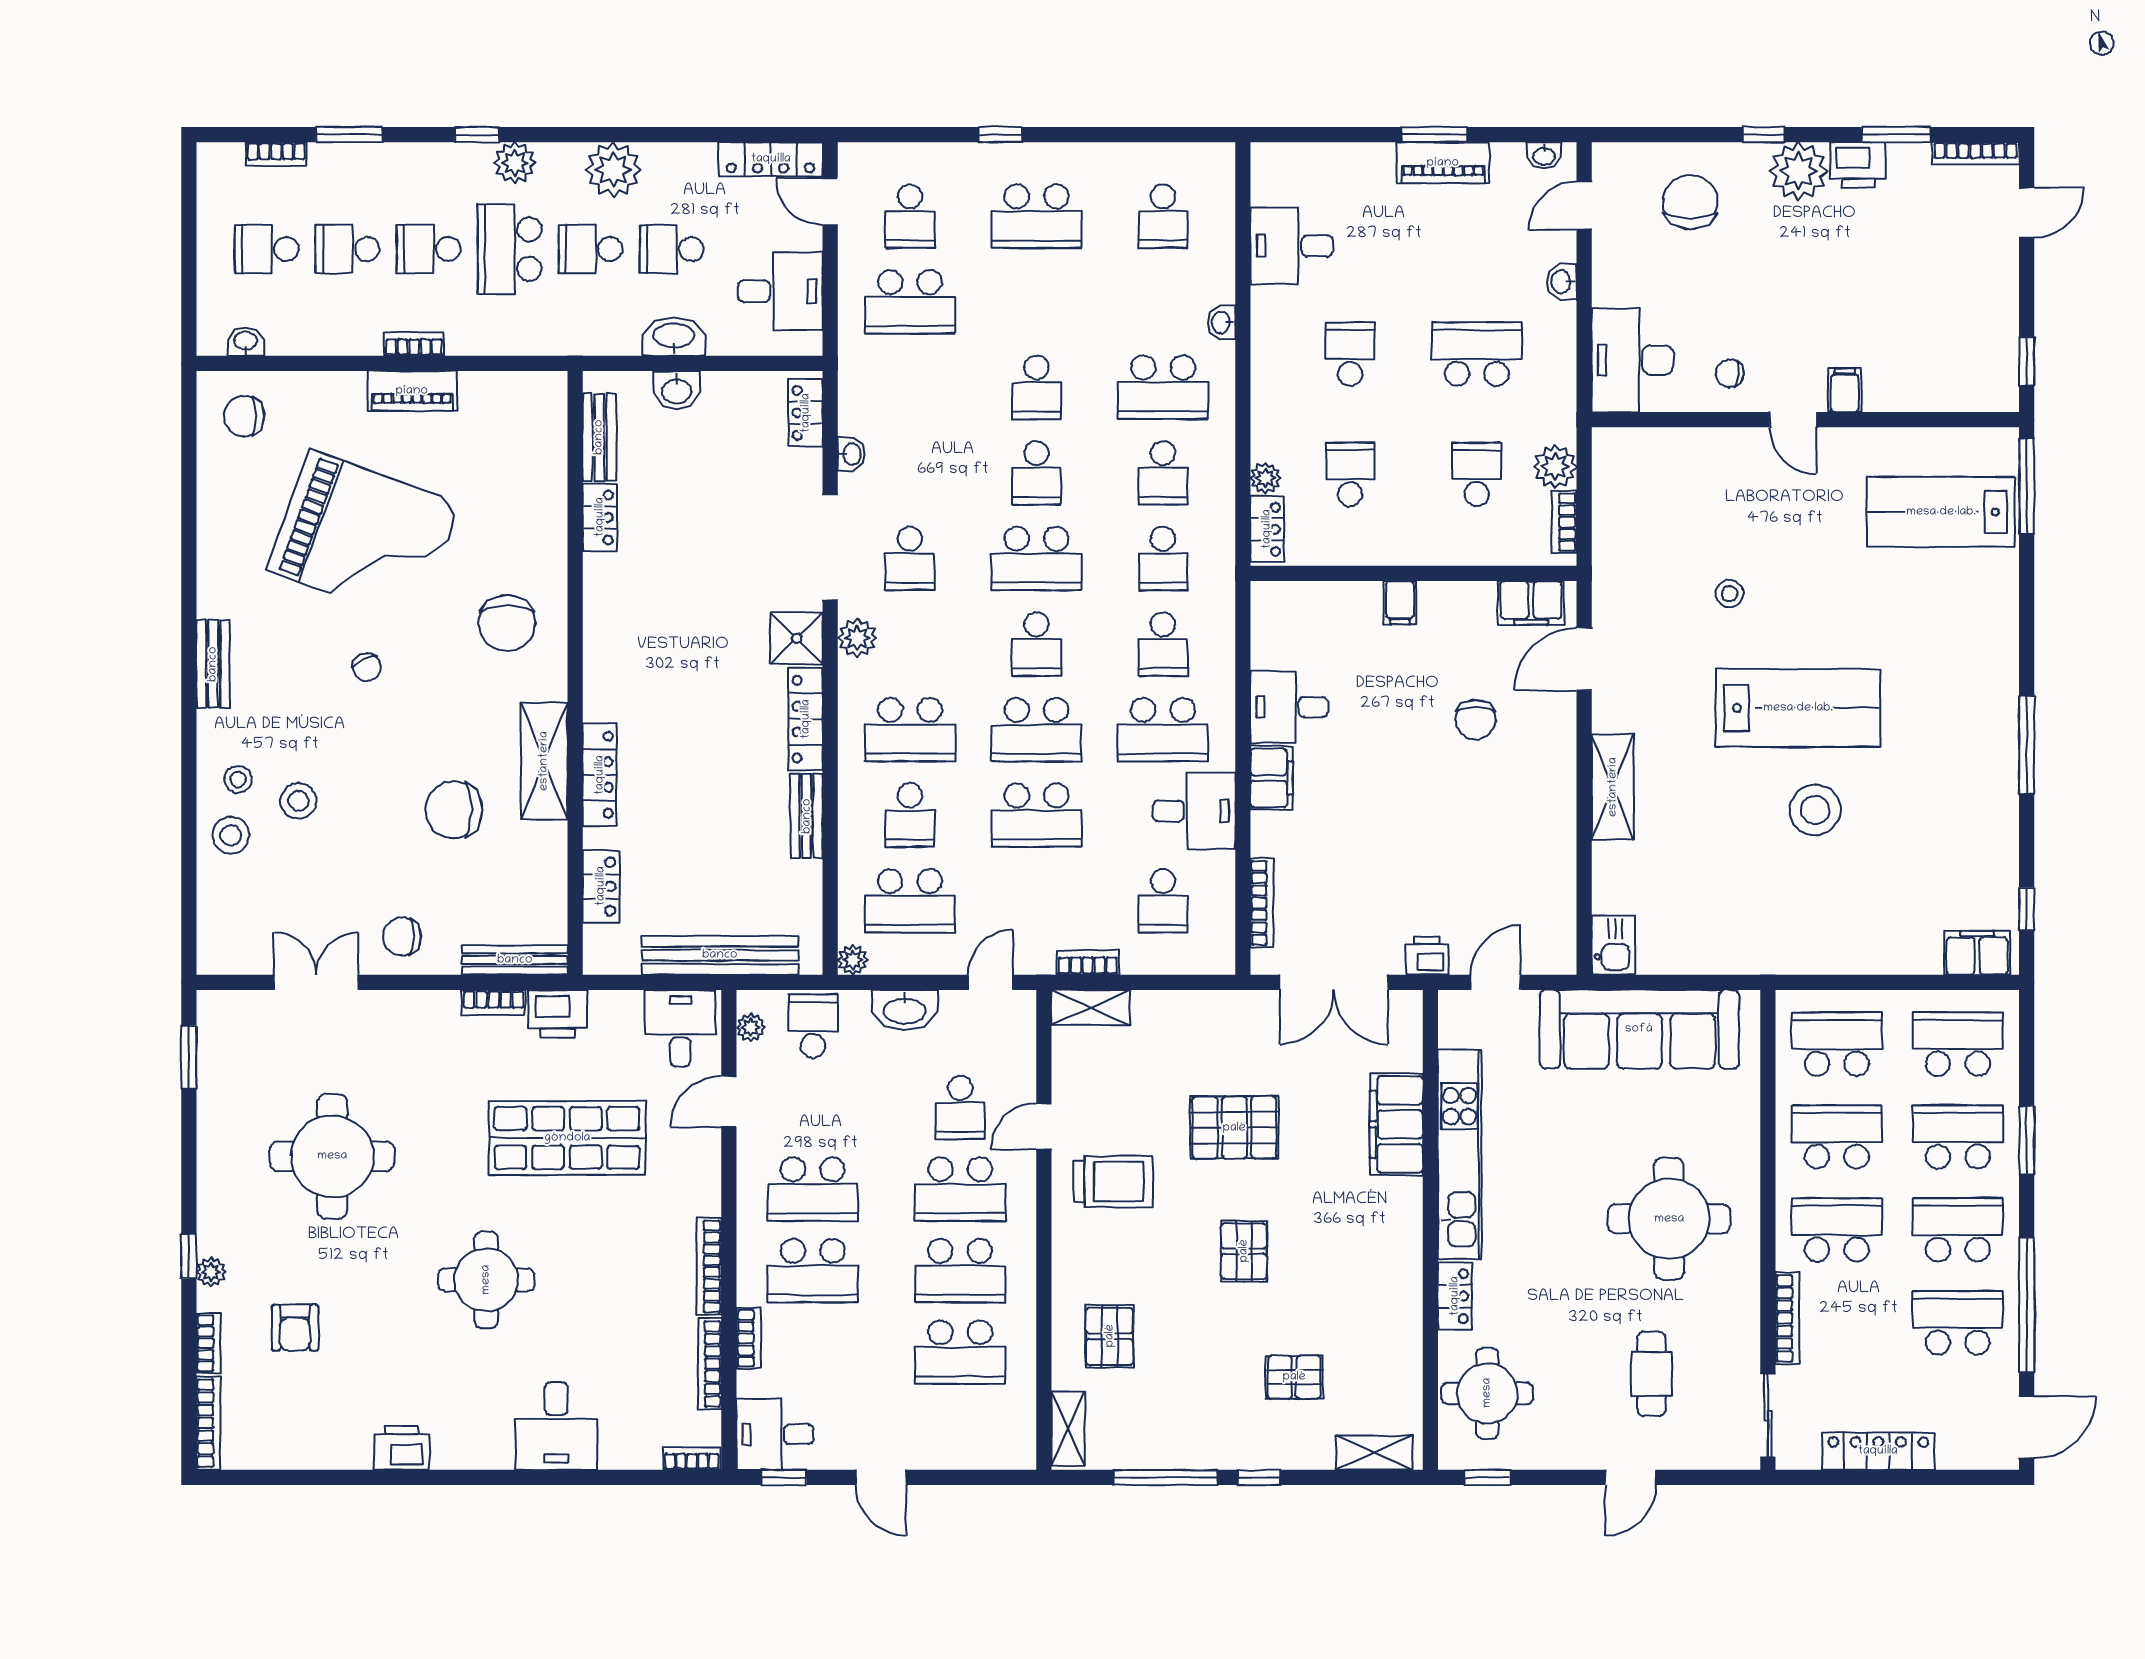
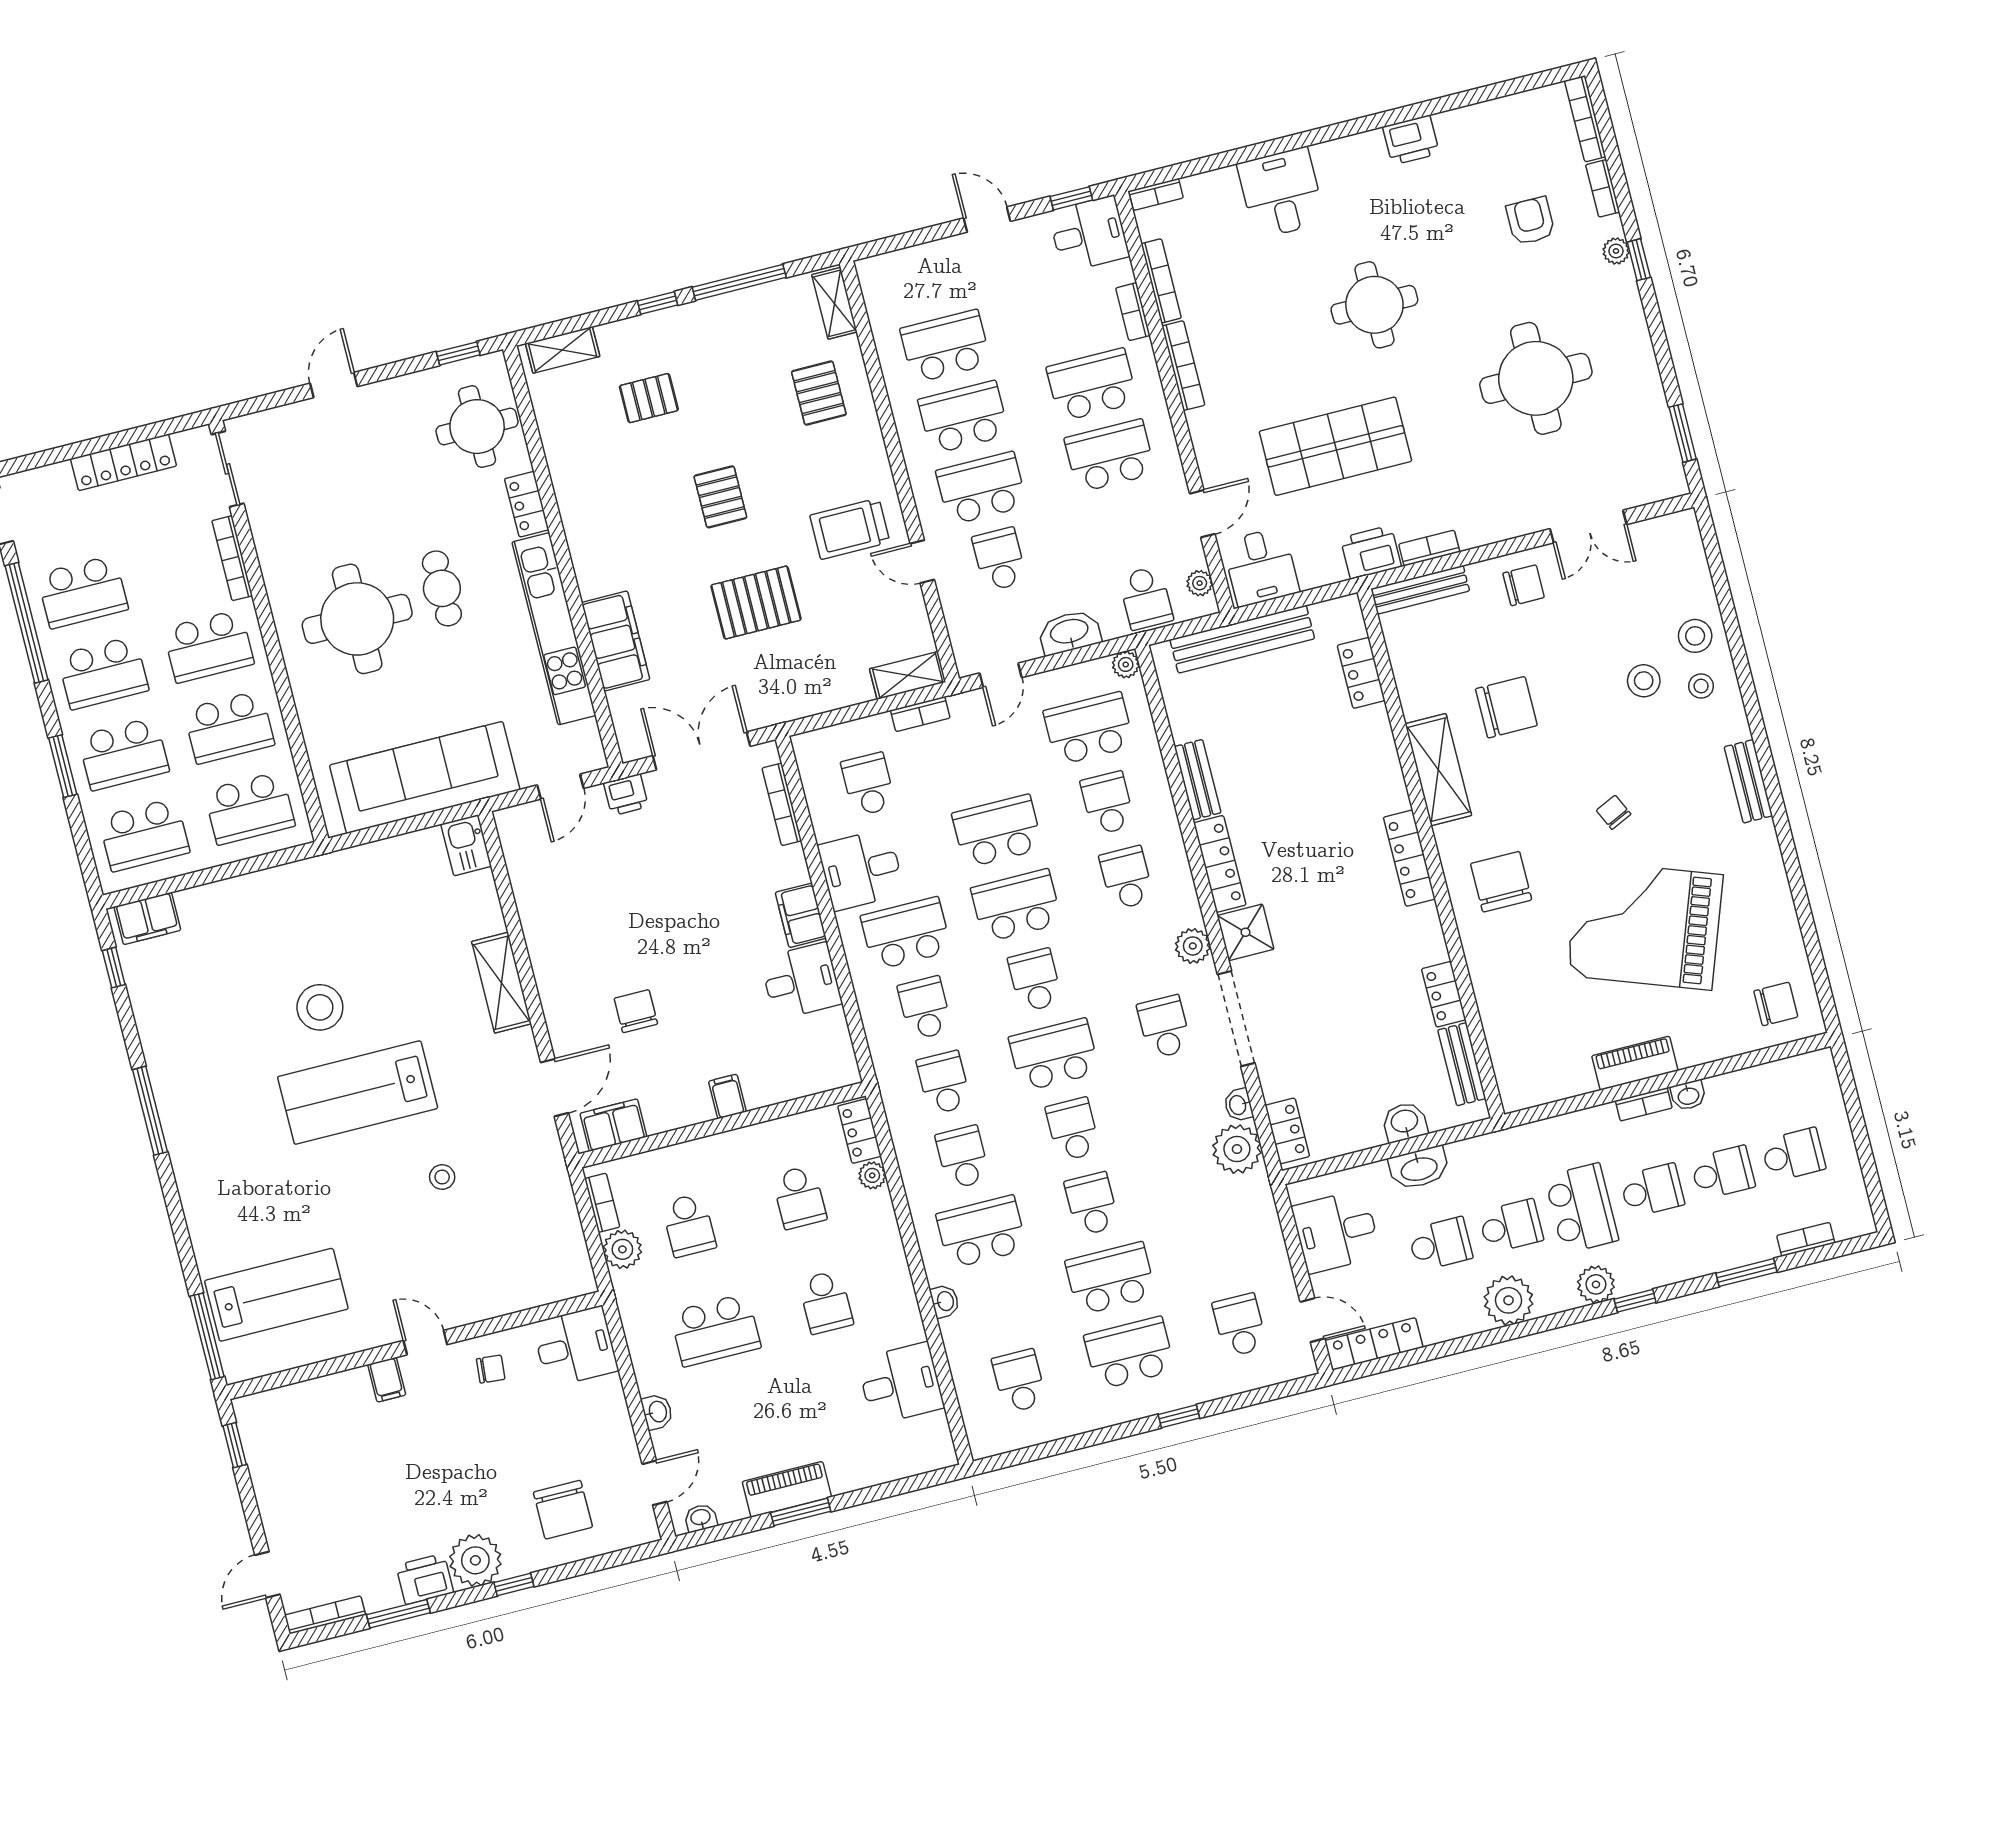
school desk: (910, 302) -> (1111, 1279), moved
washbasin: (245, 342) -> (1688, 1095), moved
desk: (1632, 360) -> (575, 1347), width x0.73
plant: (865, 407) -> (1237, 1149), added
school desk: (910, 730) -> (1127, 878), width x0.54
locker: (600, 775) -> (1409, 858), moved
door: (1044, 1126) -> (922, 562), swing flipped
cafe table: (1652, 1374) -> (442, 588), moved

